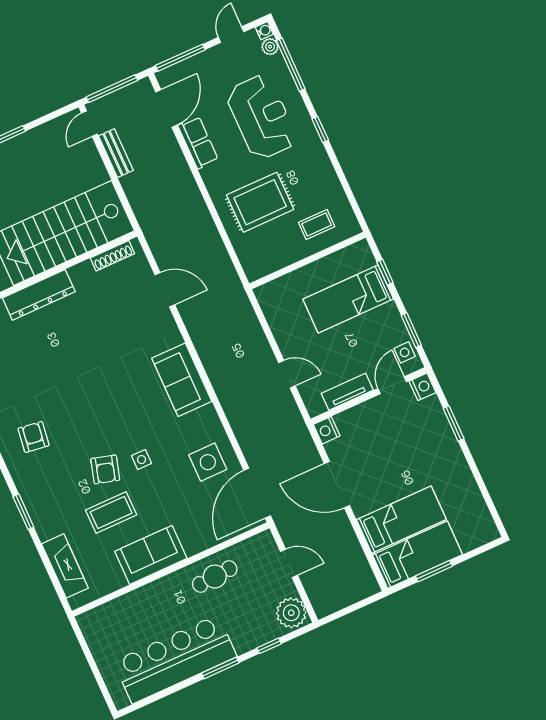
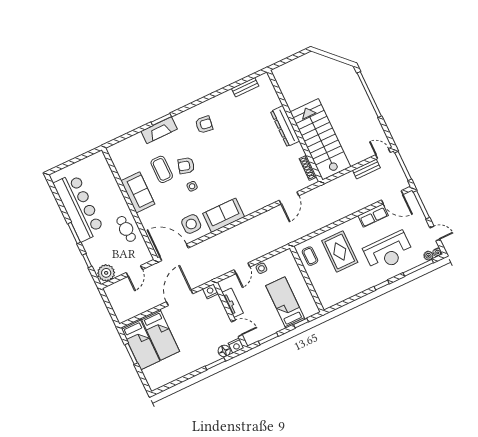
coffee table: (317, 224) -> (310, 256), moved
side table: (405, 352) -> (261, 268), moved
sofa: (182, 380) -> (224, 215), moved
floor lamp: (432, 408) -> (224, 351), added
fireplace: (65, 566) -> (159, 130), moved

